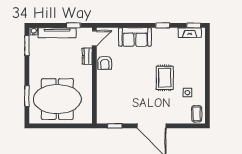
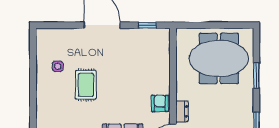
window: (27, 96) -> (256, 76), moved
coffee table: (197, 114) -> (46, 40), removed

